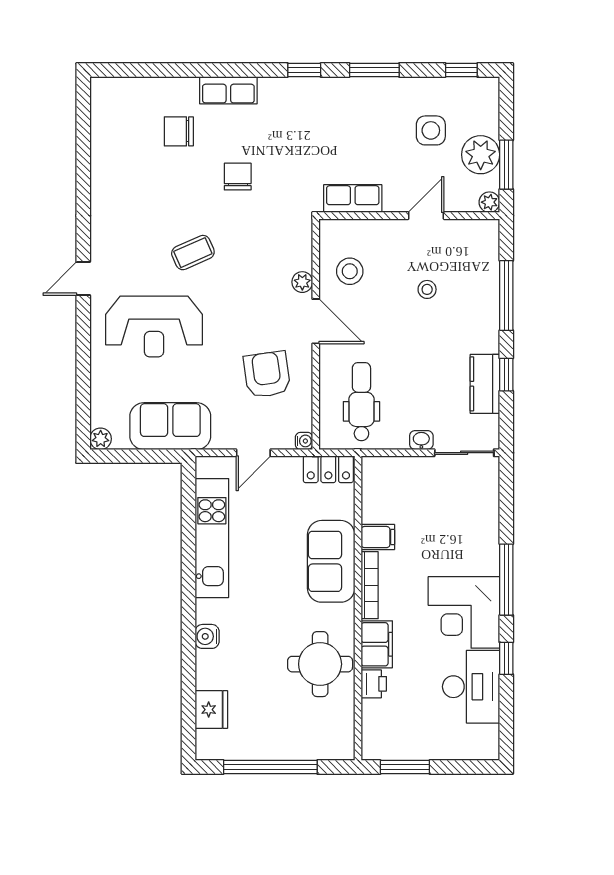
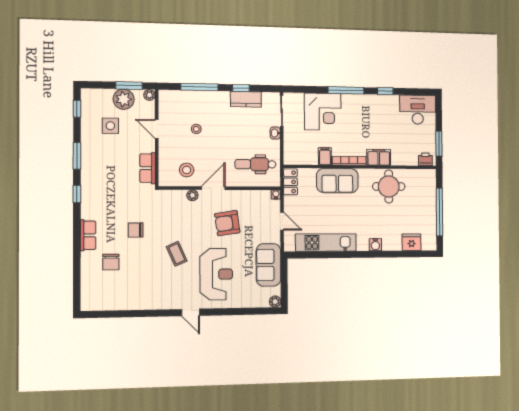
armchair: (267, 375) -> (227, 223), moved
corner desk: (464, 612) -> (323, 112), moved
printer: (374, 684) -> (425, 159), moved
desk: (471, 687) -> (418, 110), moved

